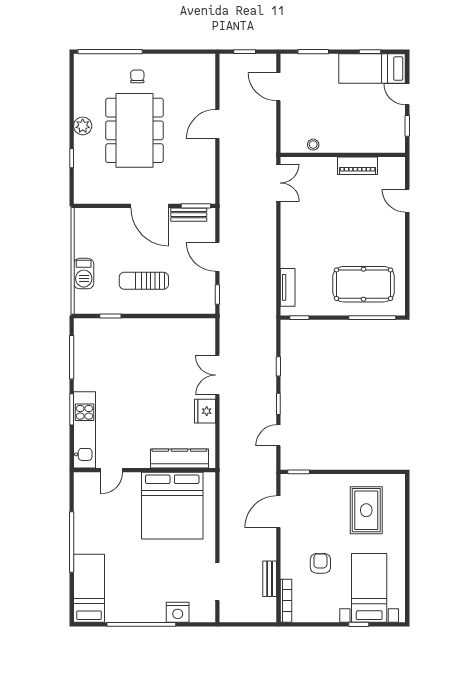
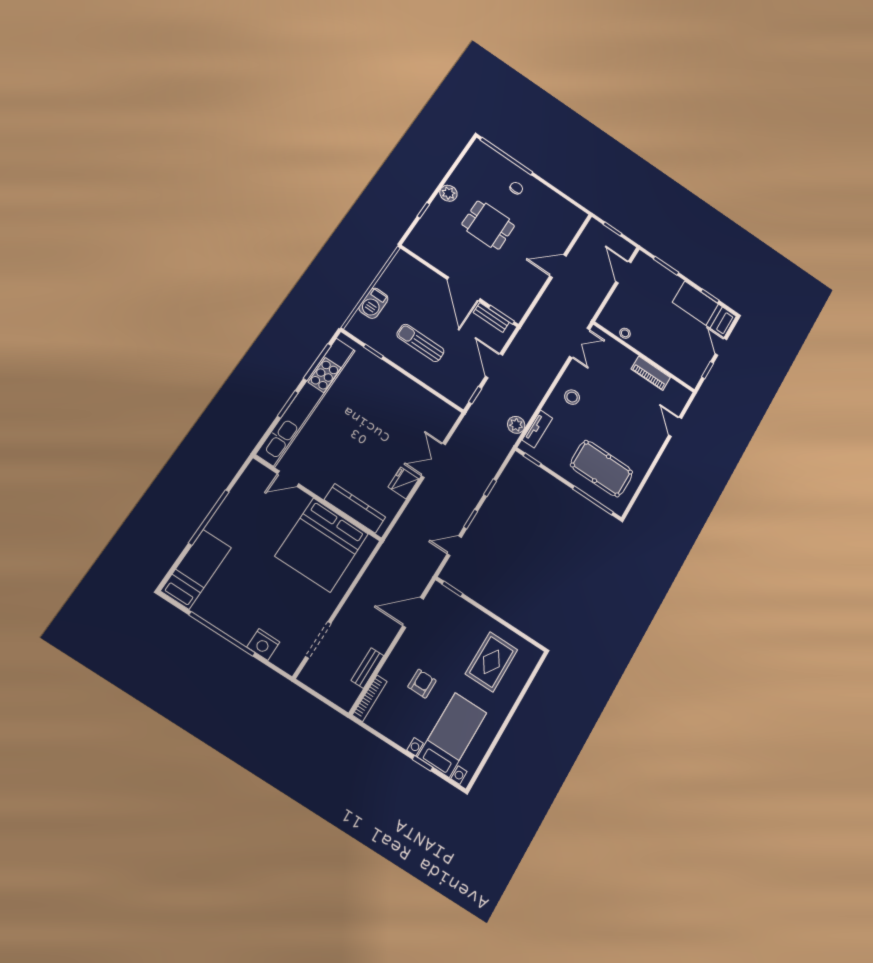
dining table: (134, 130) -> (488, 225), width x0.53, depth x0.80
stool: (301, 238) -> (572, 397), added
plant: (268, 296) -> (516, 425), added
kitchen unit: (84, 430) -> (306, 402), width x1.86

